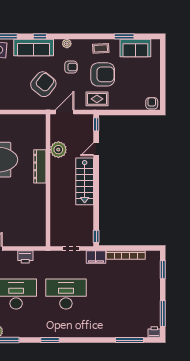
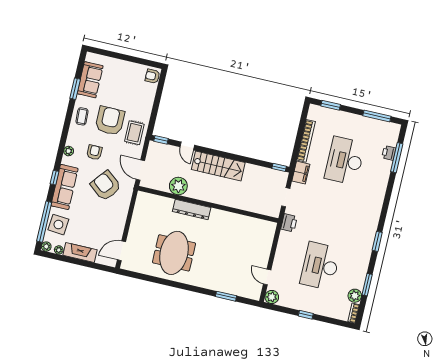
printer: (25, 257) -> (289, 223), moved
desk: (66, 294) -> (345, 161), moved
printer: (154, 332) -> (389, 153), moved

